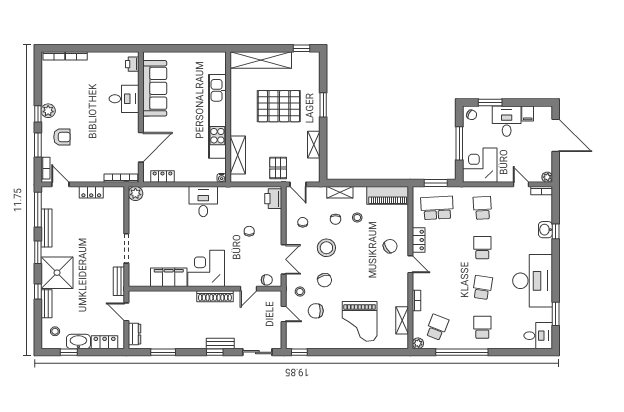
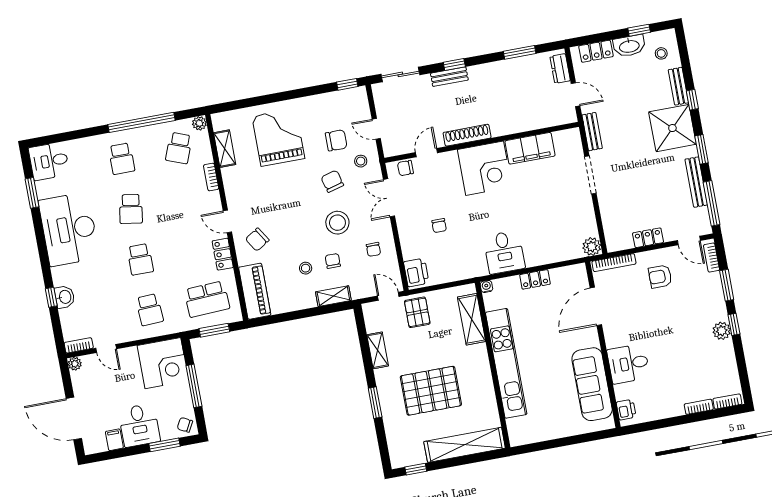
armchair: (62, 137) -> (660, 277), moved
locker: (162, 176) -> (535, 279), moved
piano: (388, 195) -> (255, 291), moved, turned 90

